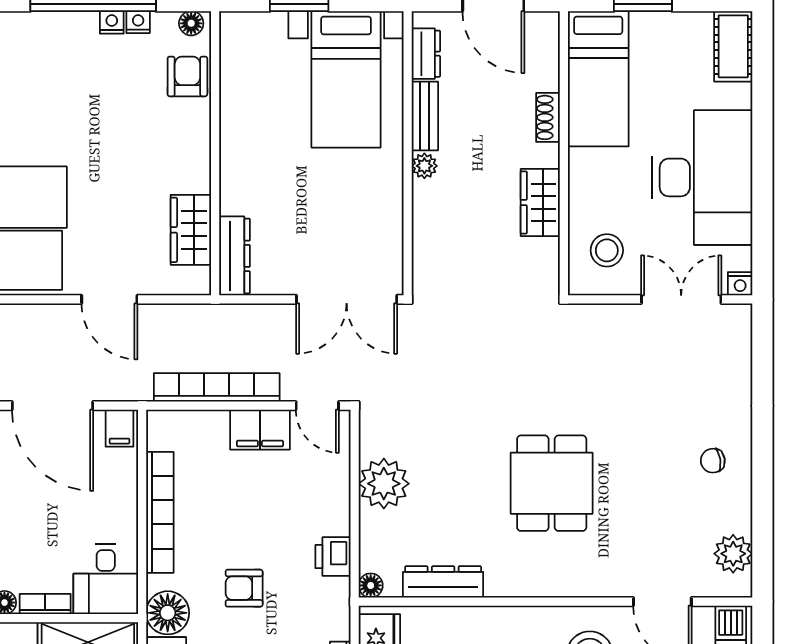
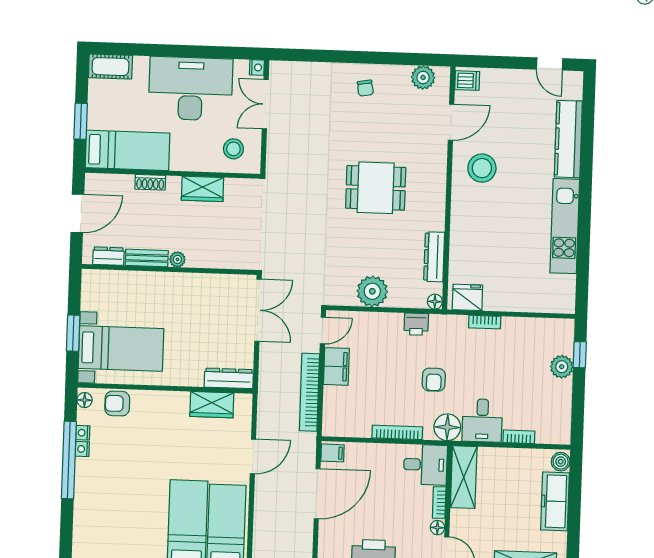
bed with nightstands: (346, 79) -> (121, 349), moved
bookcase: (160, 512) -> (397, 432), width x0.68, depth x0.76

